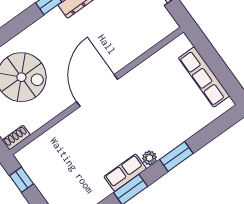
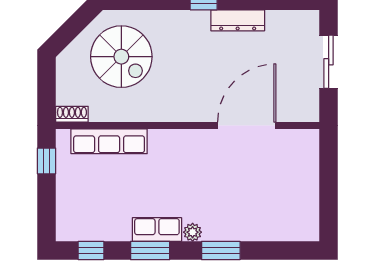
row of seats: (204, 77) -> (109, 141), moved, turned -90
door: (97, 90) -> (247, 126), moved

